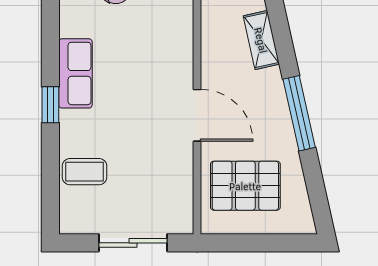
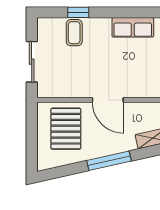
window: (50, 105) -> (78, 12), moved
door: (197, 115) -> (108, 100), hinge flipped

